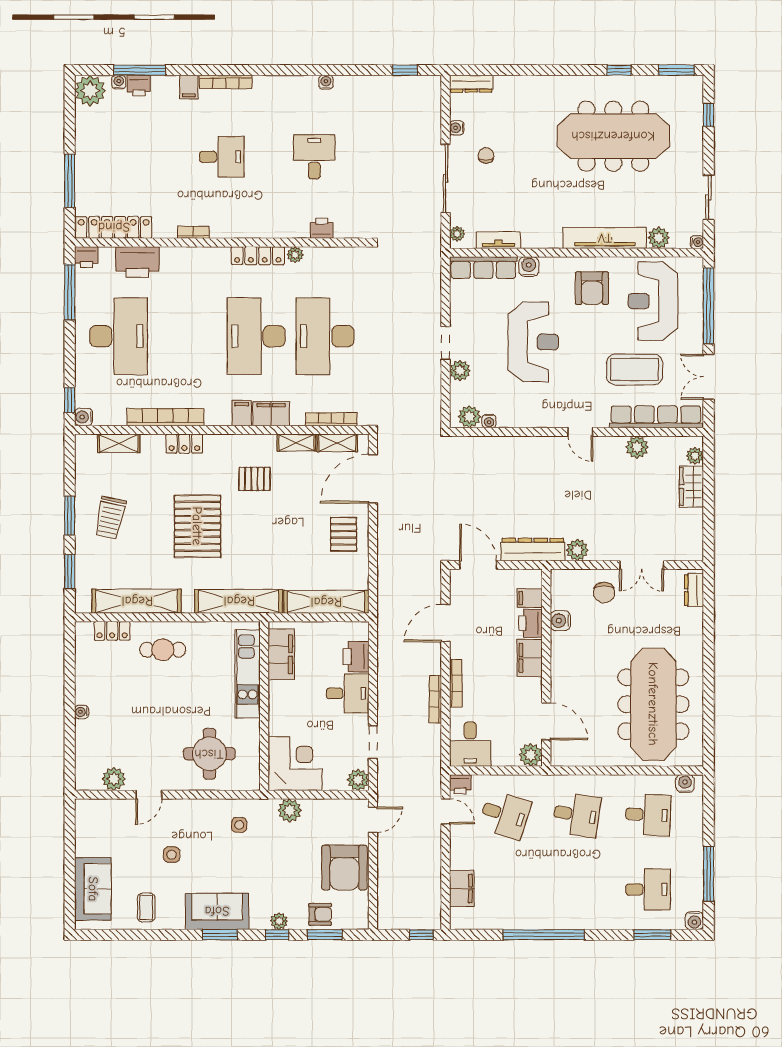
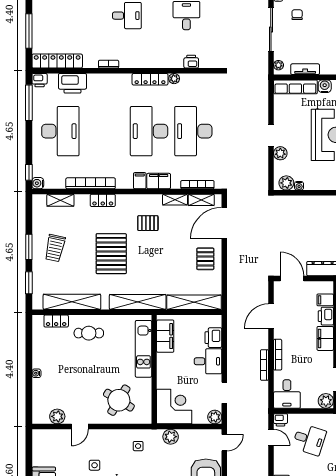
round table: (209, 754) -> (119, 400), turned 31

